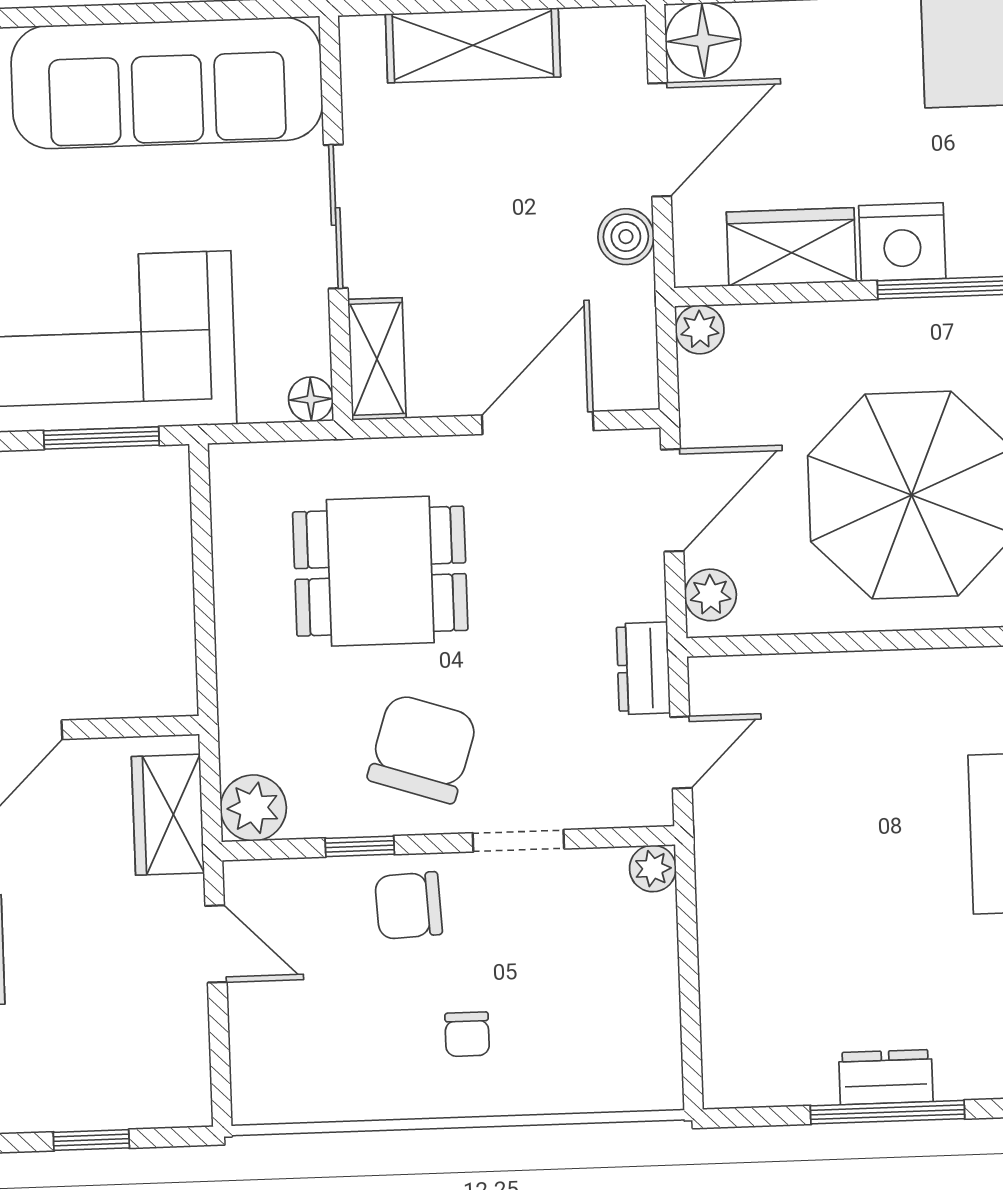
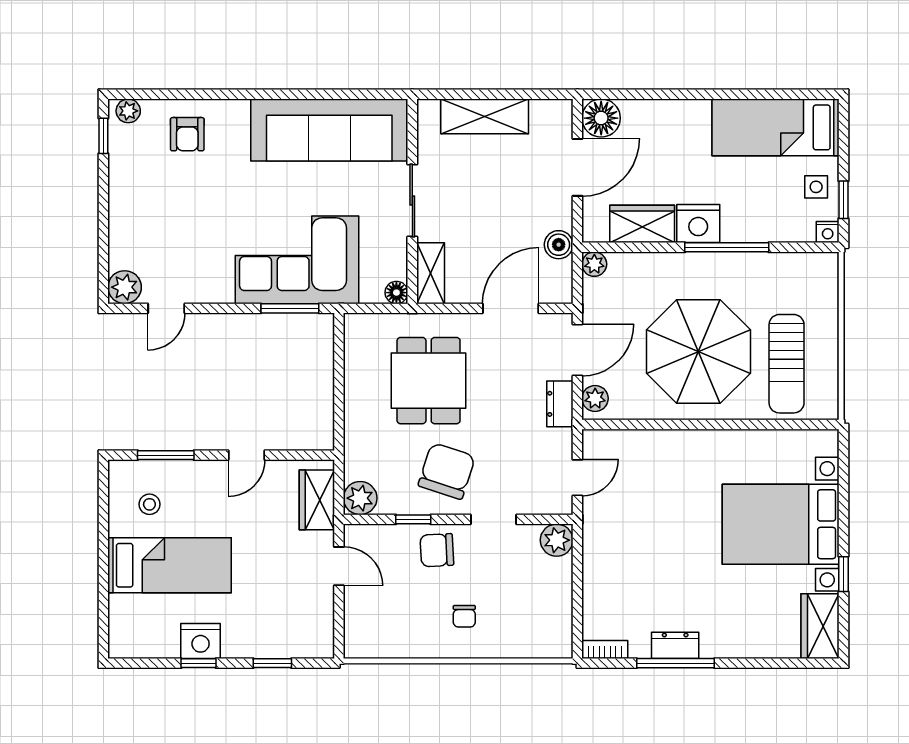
boiler: (626, 237) -> (559, 245), moved
dining table: (380, 571) -> (429, 381), turned 90
dresser: (643, 668) -> (560, 404), moved
plant: (653, 868) -> (557, 540), width x1.38, depth x1.38
bookcase: (747, 1090) -> (605, 649), added

